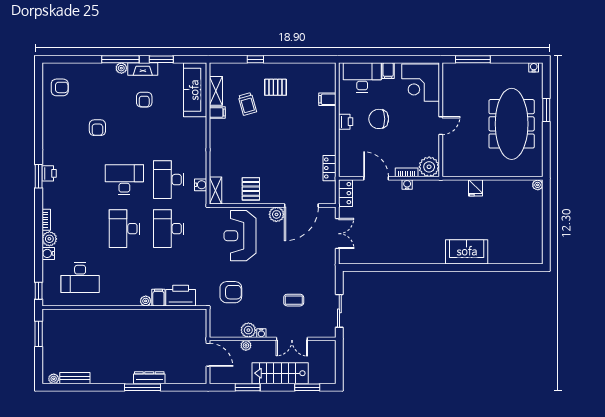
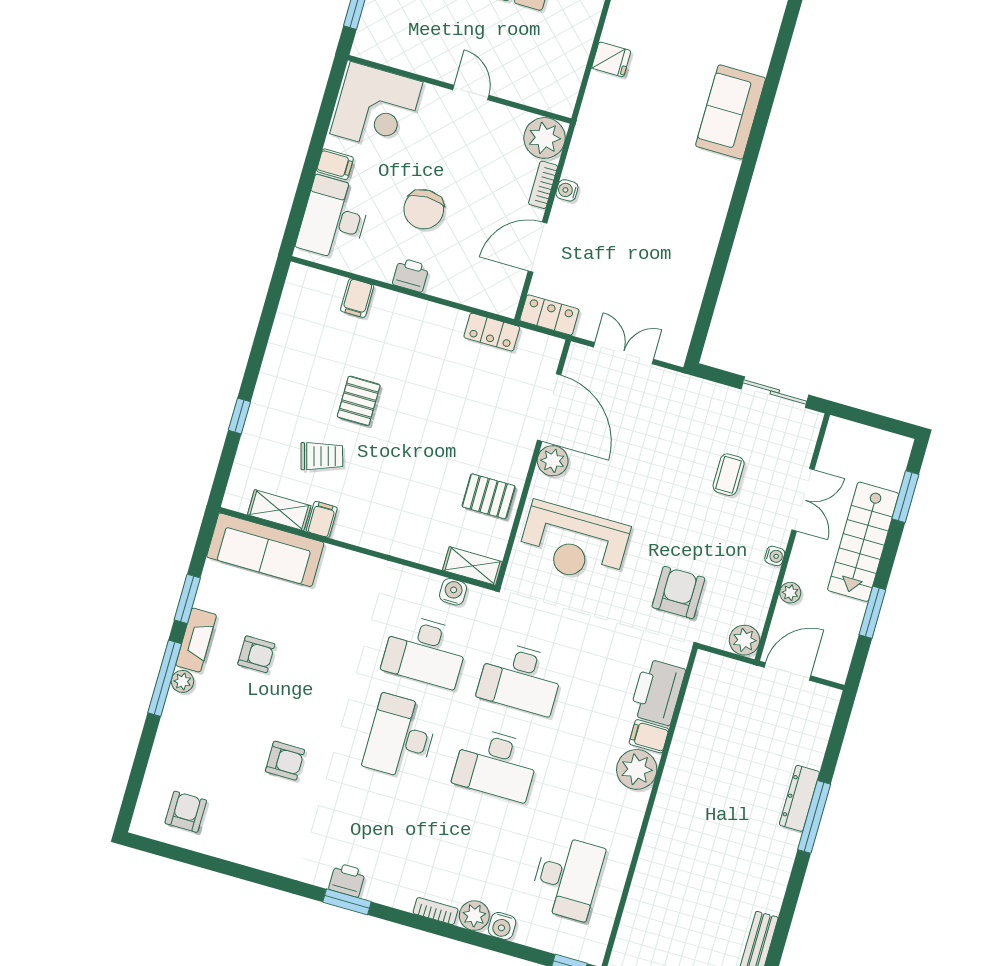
pallet: (276, 87) -> (359, 401), moved
plant: (146, 301) -> (637, 769), width x1.87, depth x1.87
plant: (248, 330) -> (744, 640), moved

